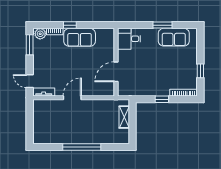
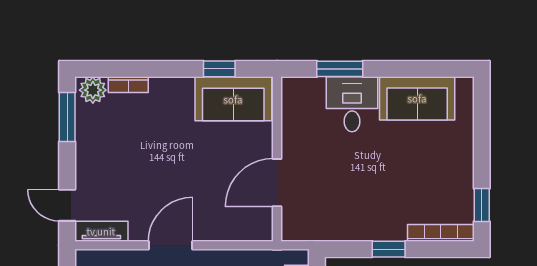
window: (70, 25) -> (219, 69), moved
window: (162, 25) -> (340, 69), moved
sofa: (80, 37) -> (233, 99), moved
desk: (129, 39) -> (352, 104), moved, turned 90
window: (200, 71) -> (482, 205), moved

